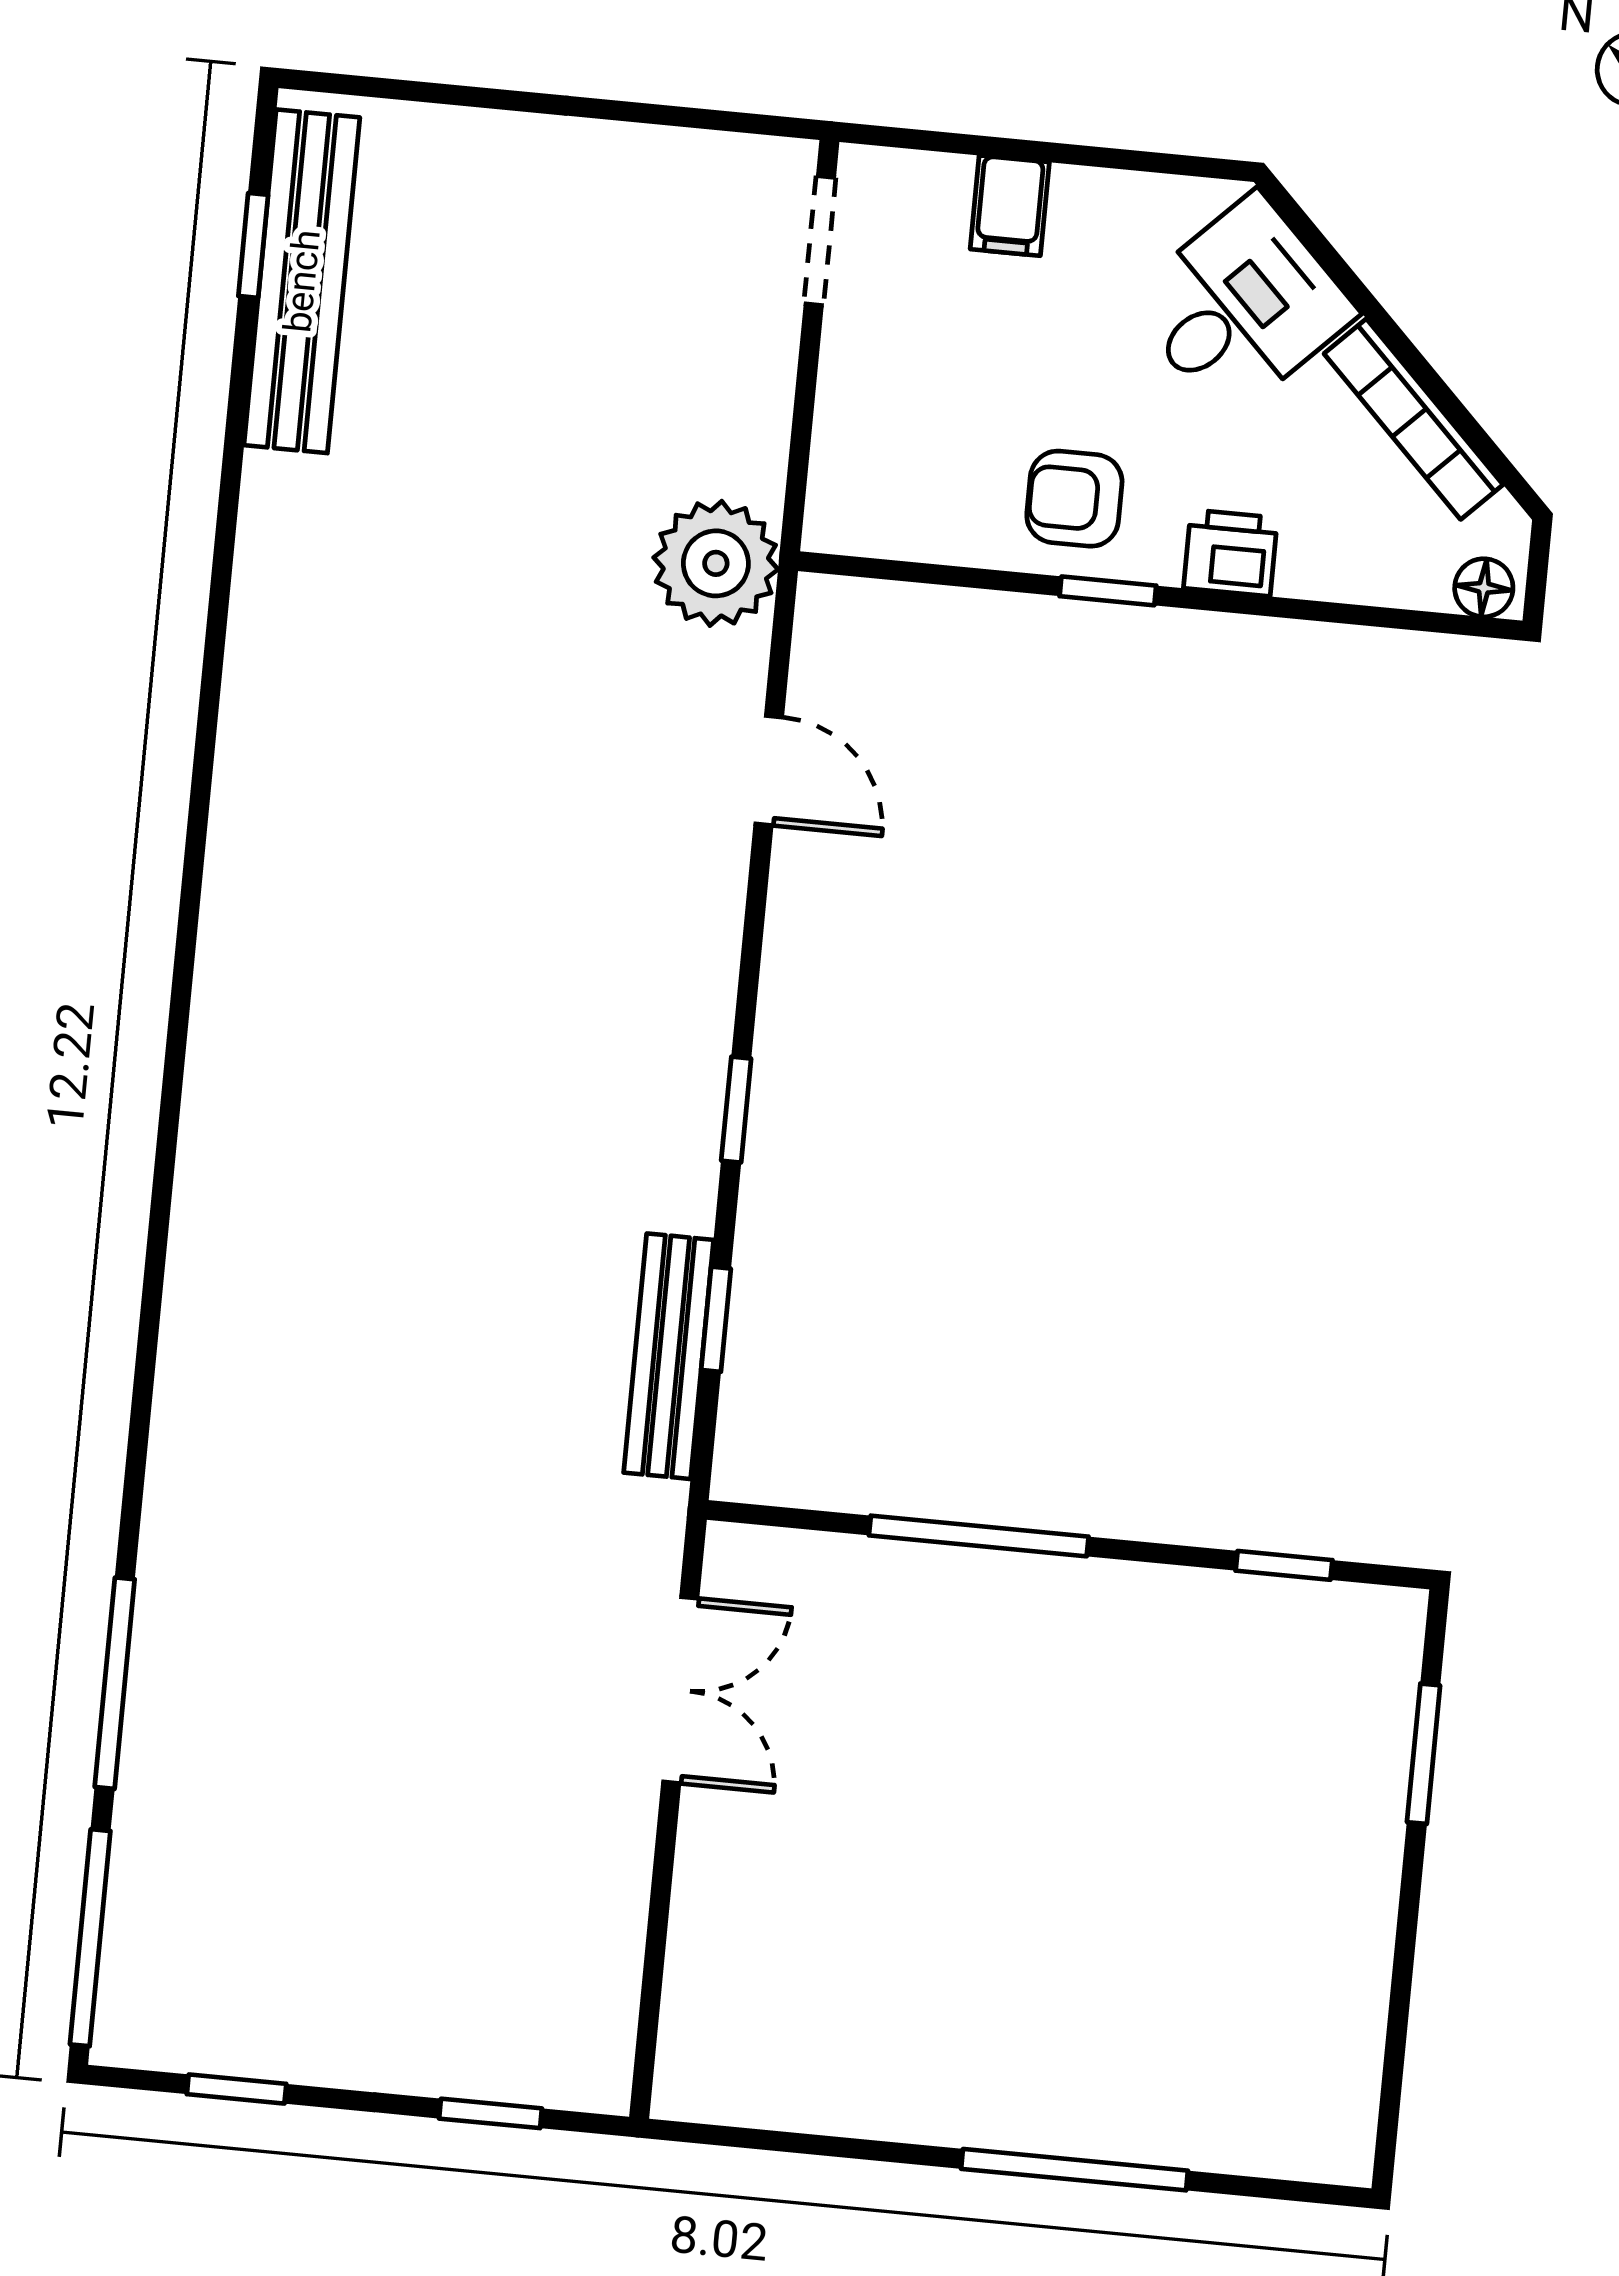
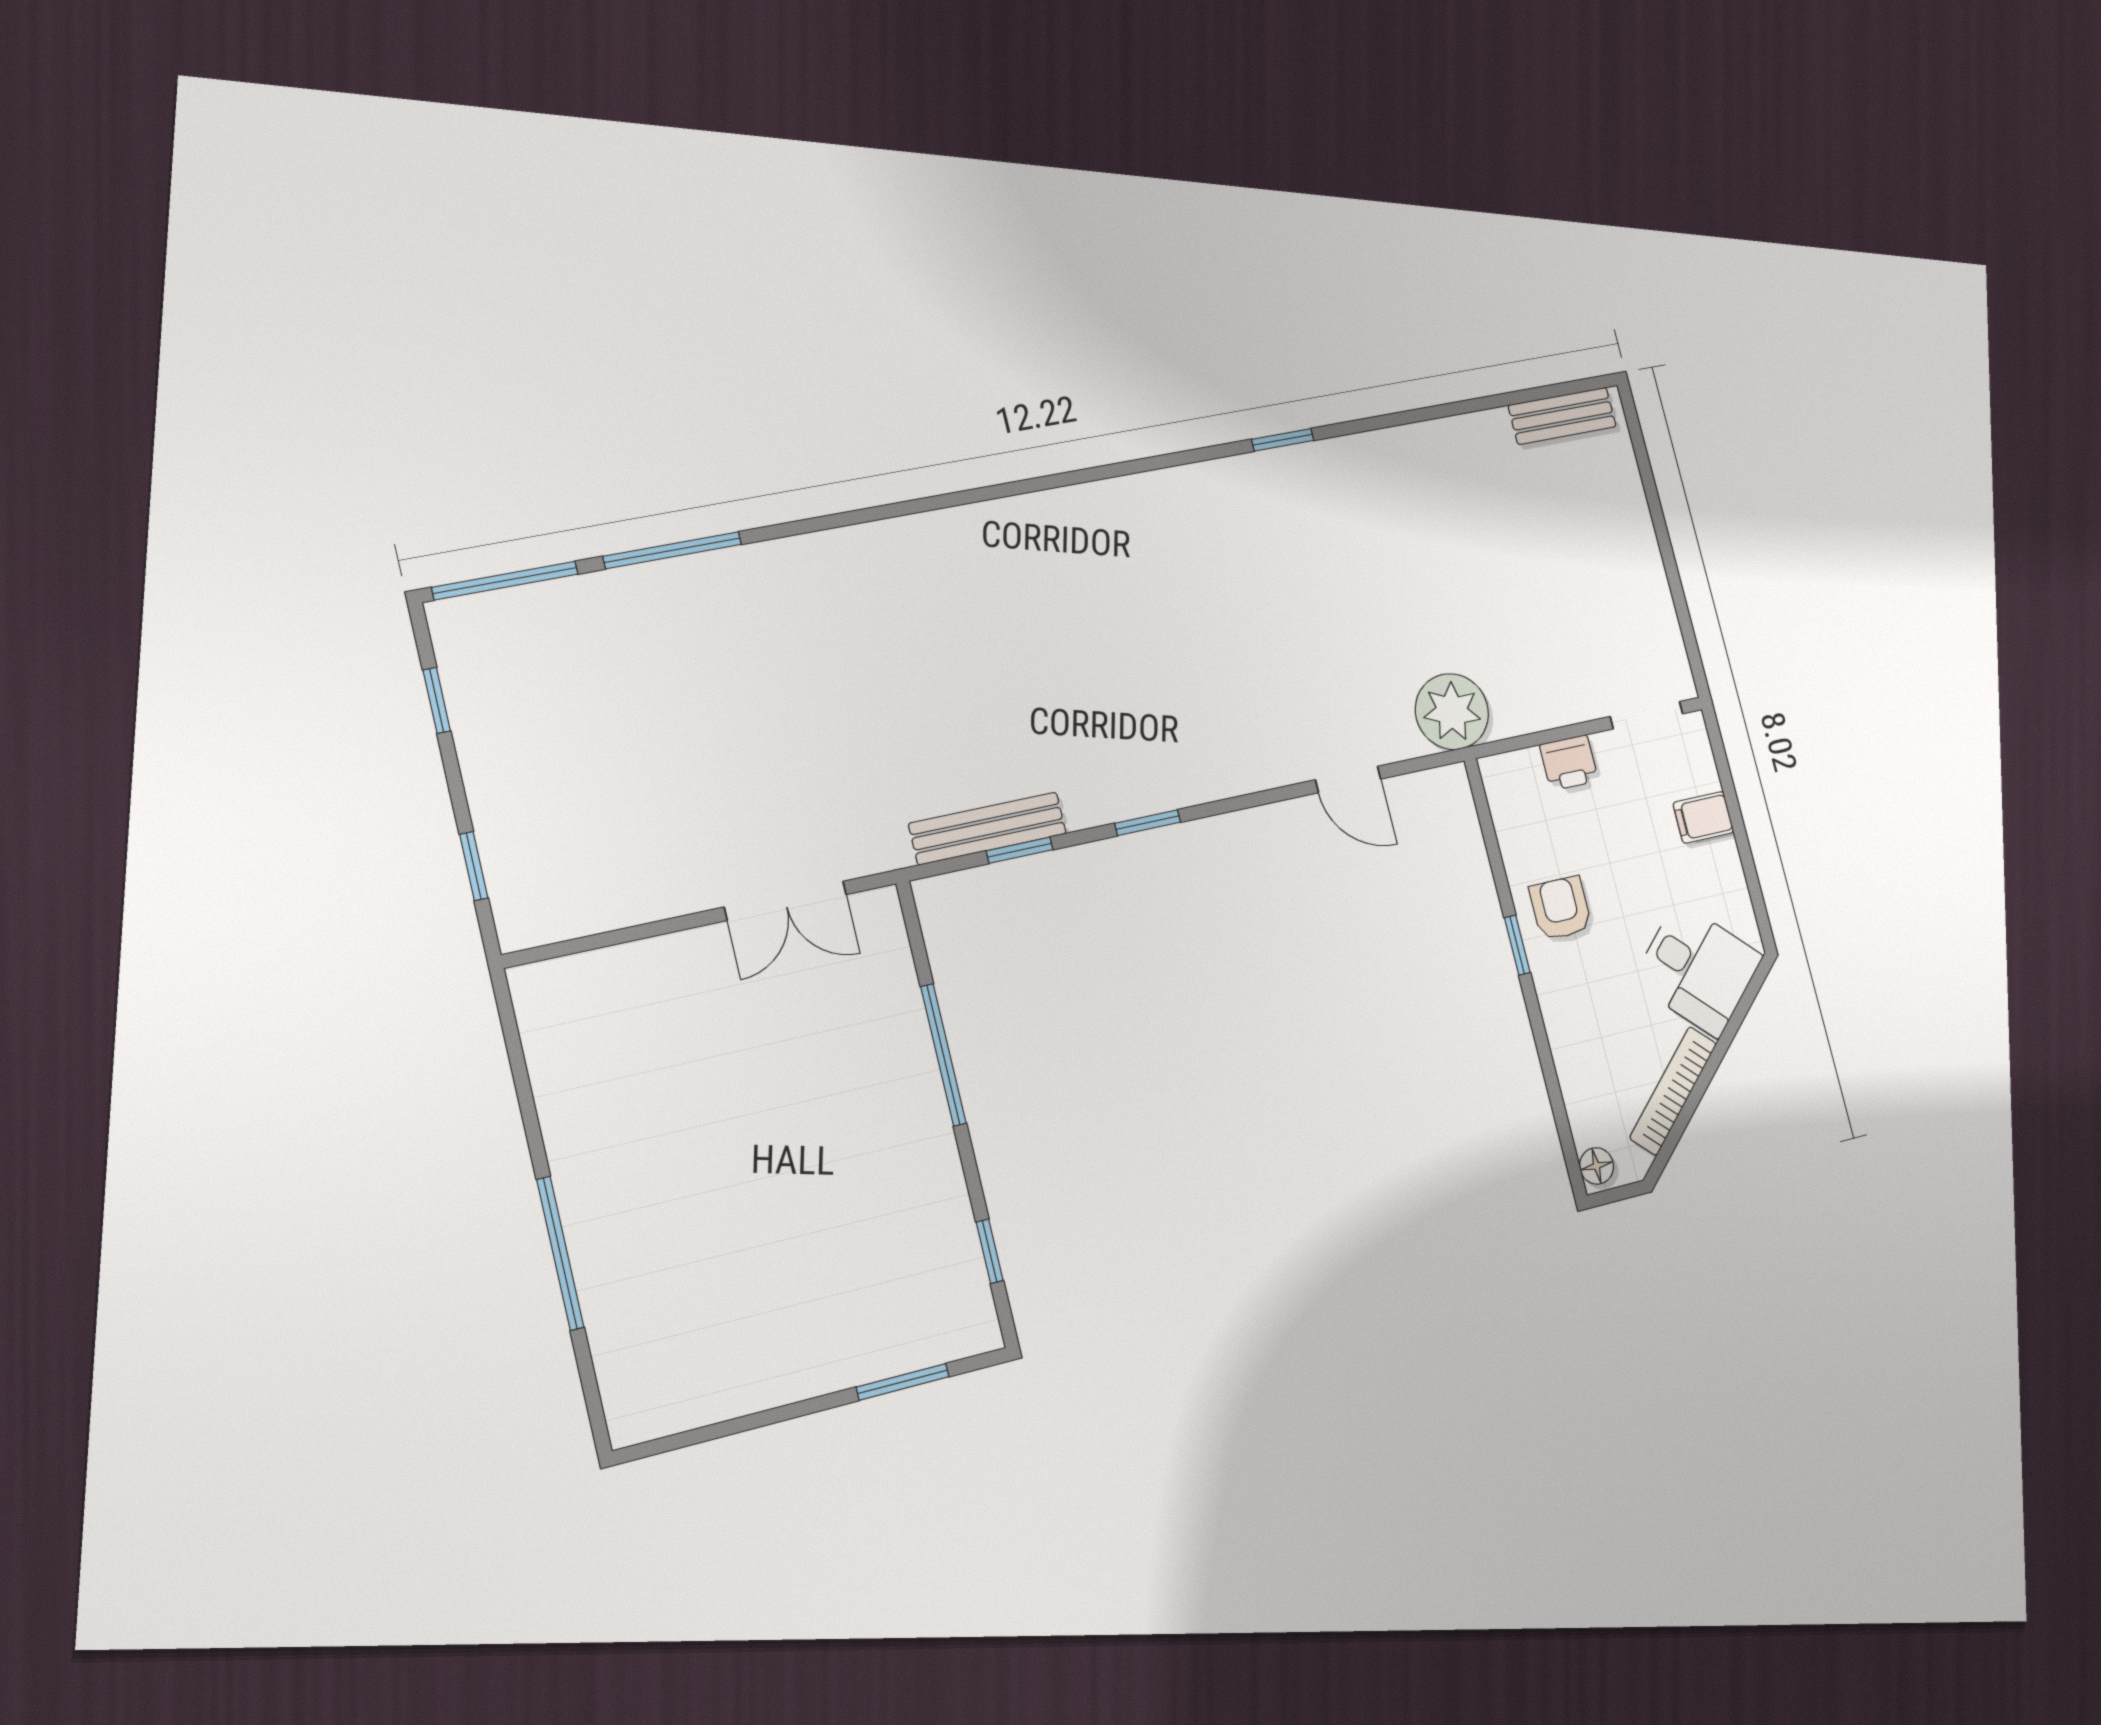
window: (253, 245) -> (1283, 440), moved
bench: (302, 281) -> (1562, 416), width x0.54, depth x0.82
printer: (1231, 553) -> (1569, 763), moved, turned 90
door: (769, 771) -> (1348, 779), hinge flipped

